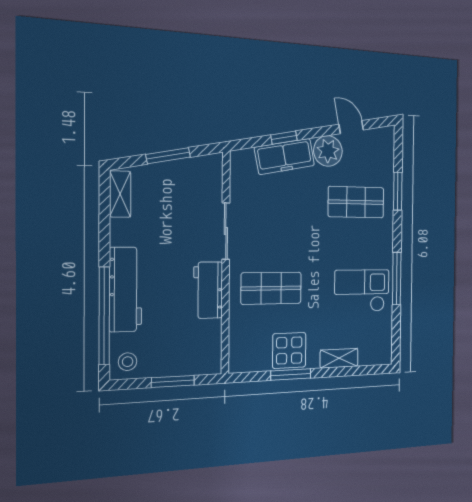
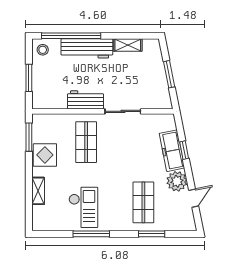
shelving: (120, 194) -> (128, 45), moved
window: (291, 375) -> (29, 137), moved

